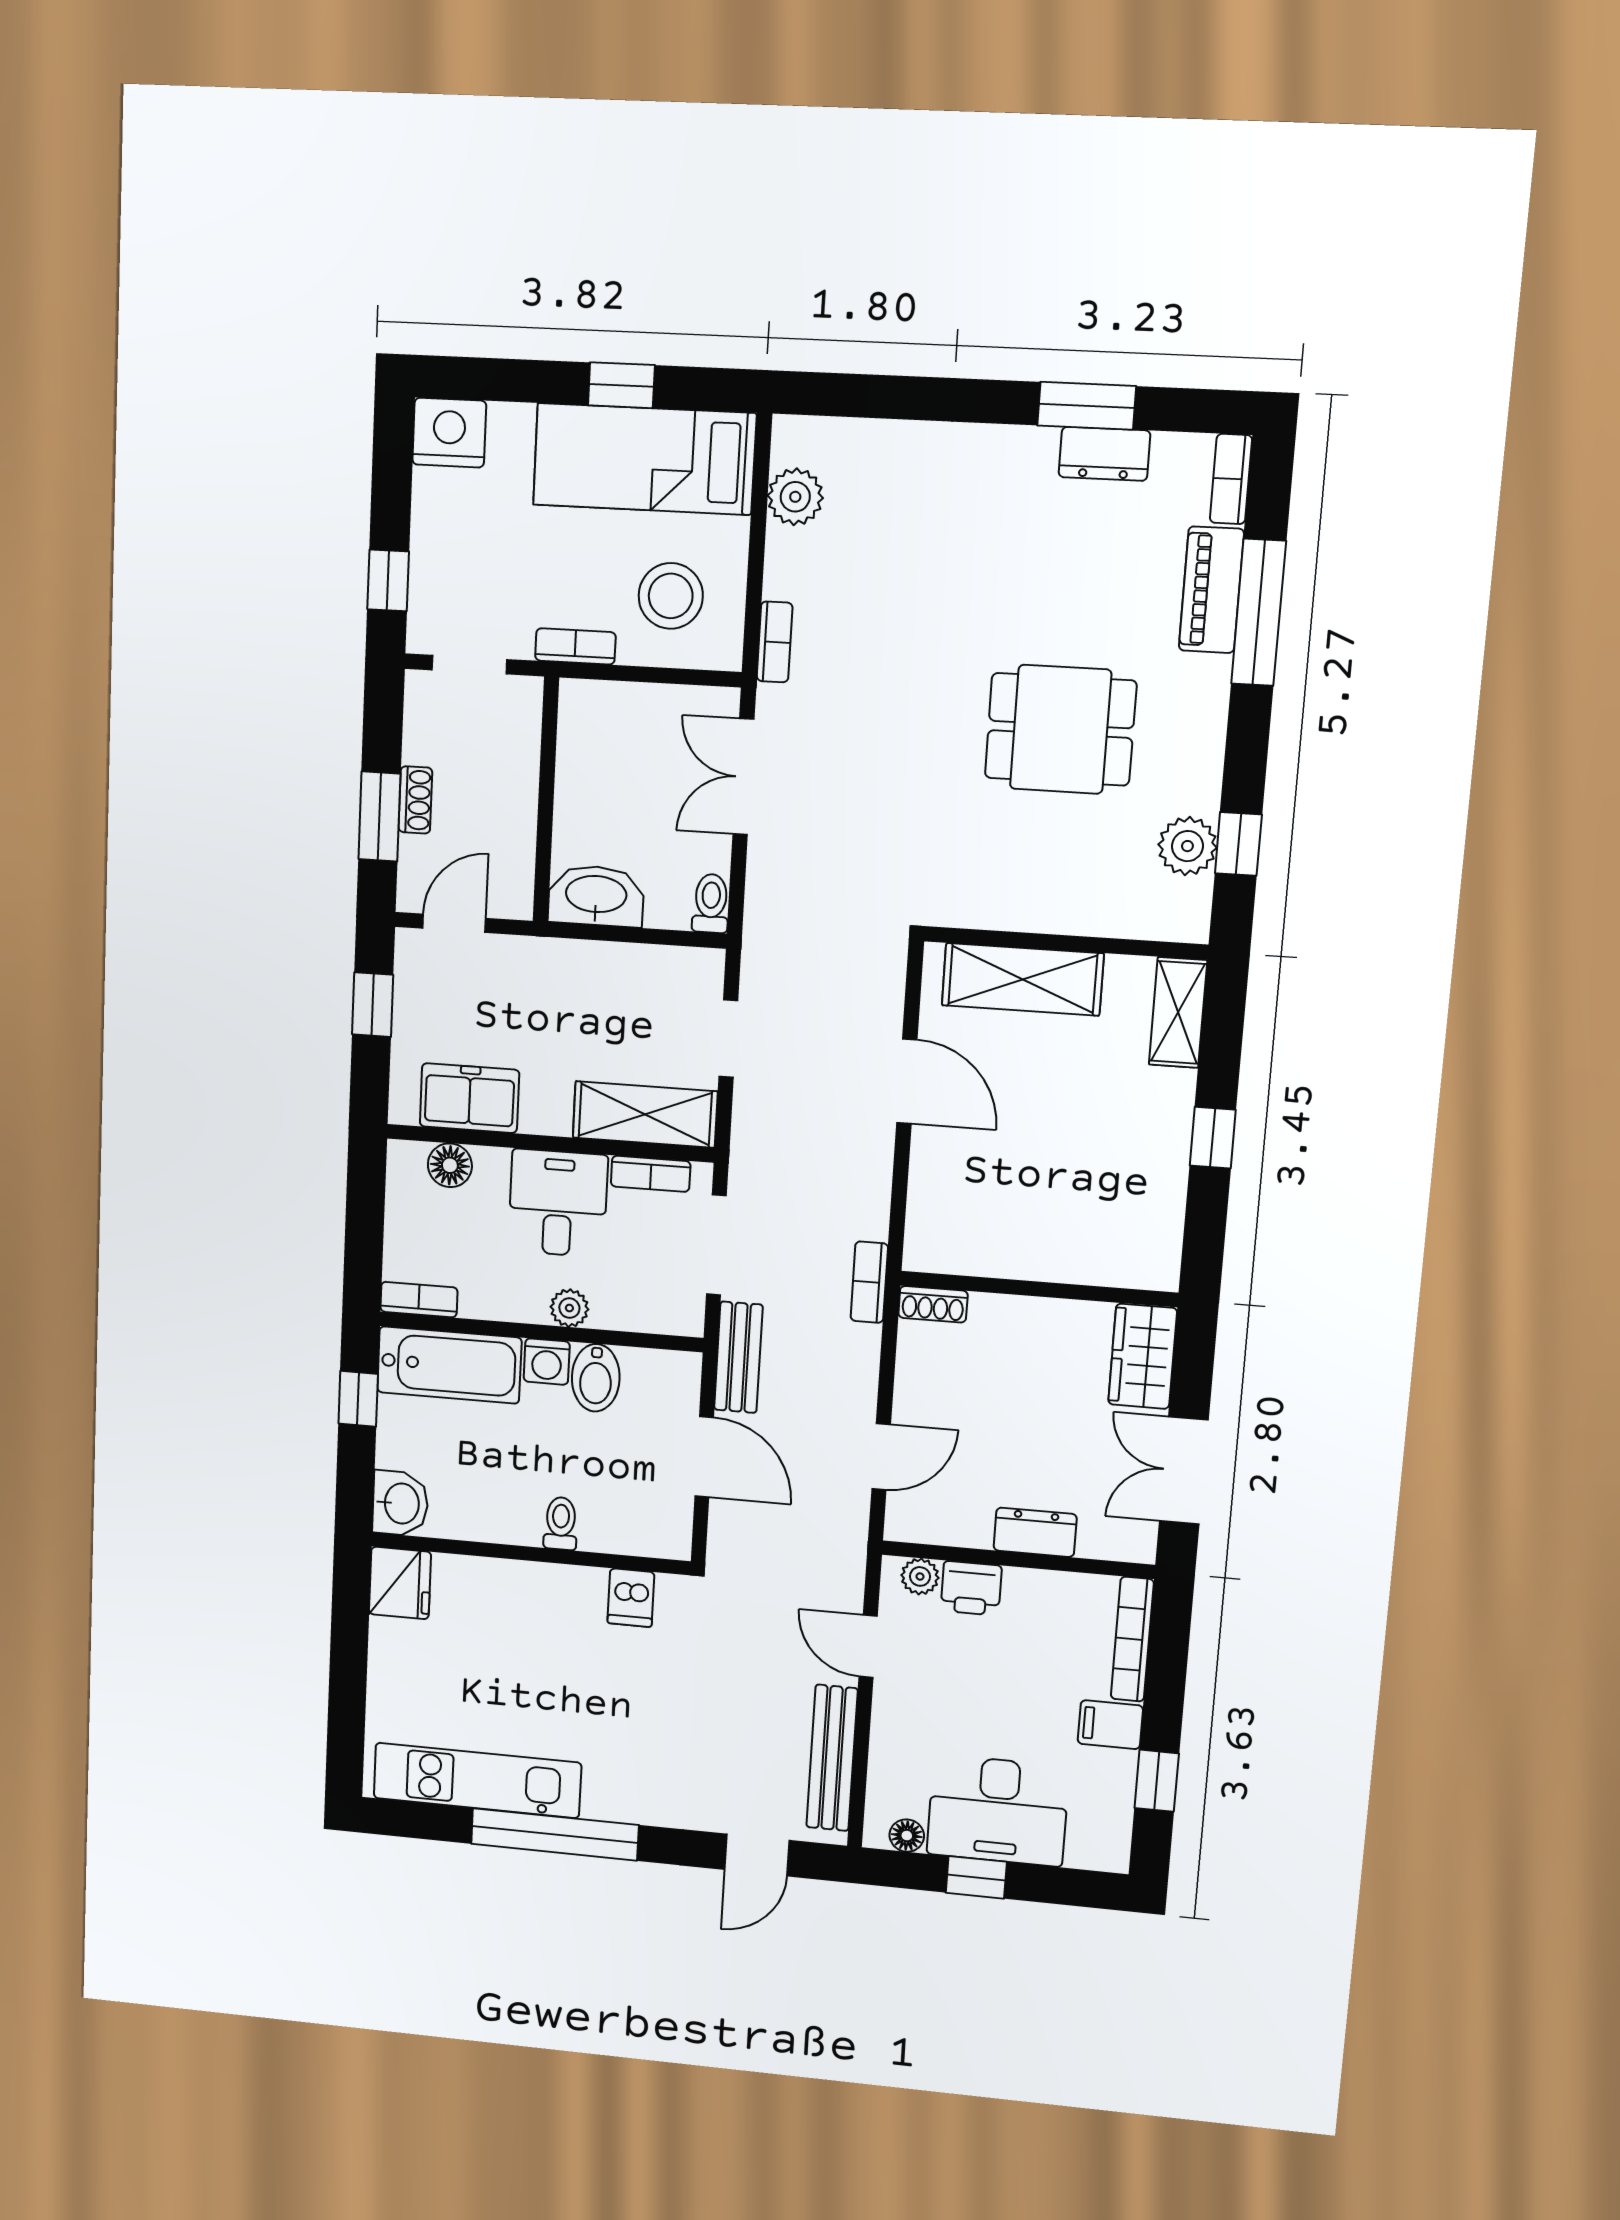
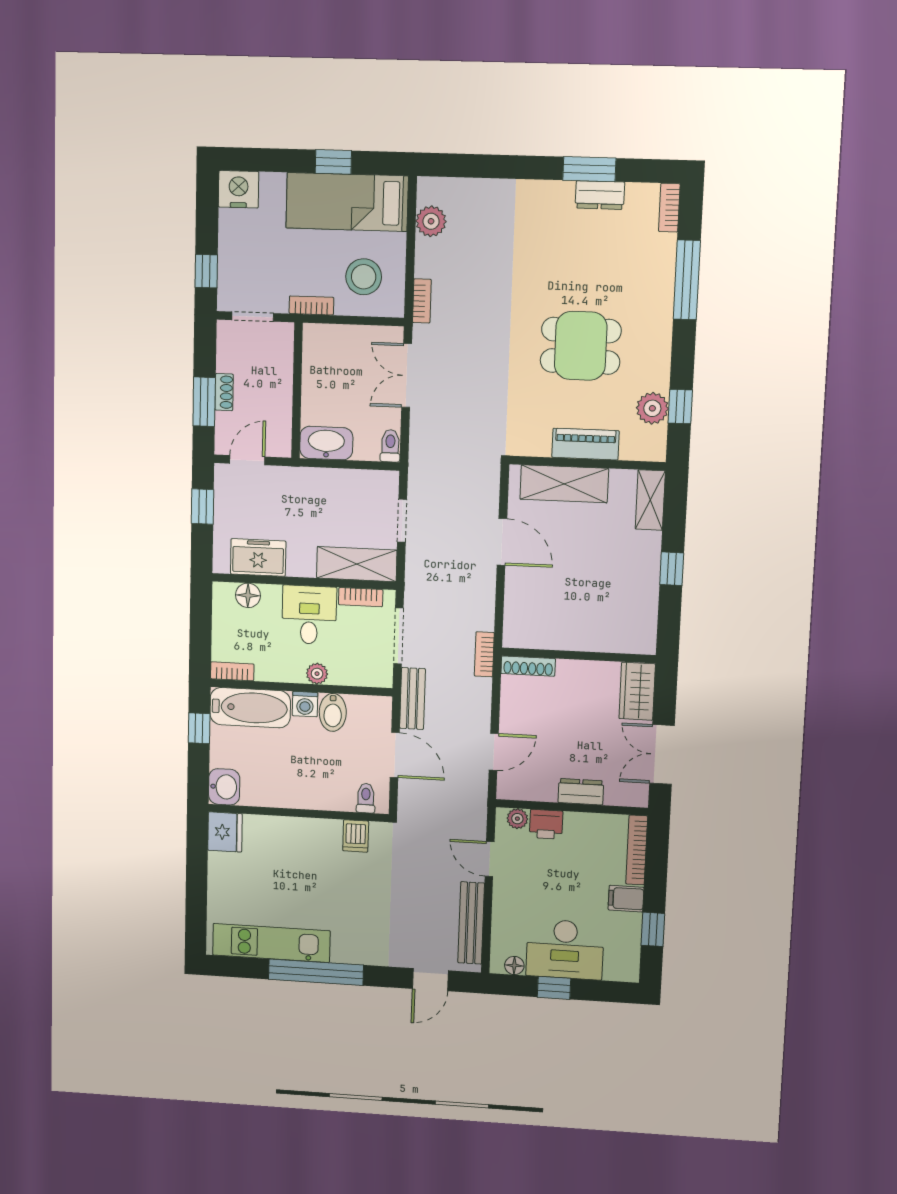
piano: (1211, 590) -> (585, 444), moved, turned 90
shoe rack: (933, 1304) -> (528, 666), width x1.43
toilet: (561, 1523) -> (366, 798), moved

